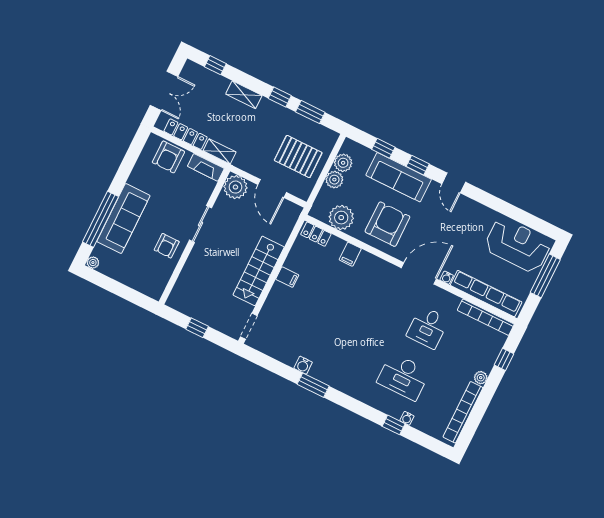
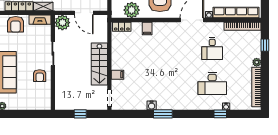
filing cabinet: (287, 277) -> (118, 75), moved

